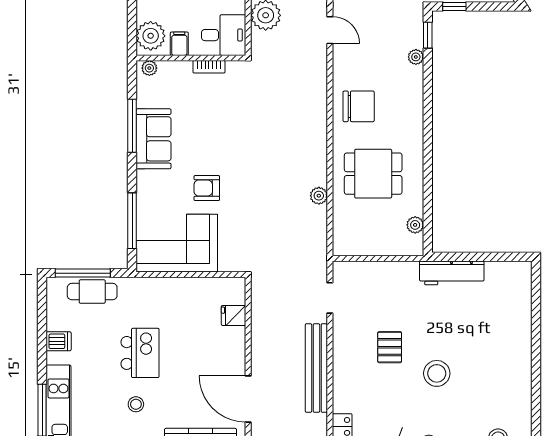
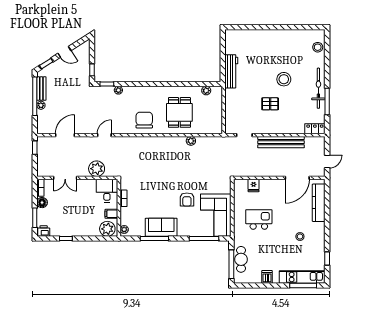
kitchen island: (140, 353) -> (259, 219), moved

